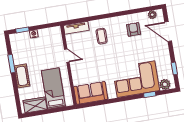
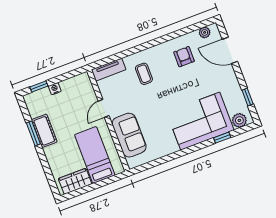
door: (67, 56) -> (104, 108), swing flipped
cot: (22, 76) -> (44, 131), moved
sofa: (91, 93) -> (129, 135), moved, turned 90

